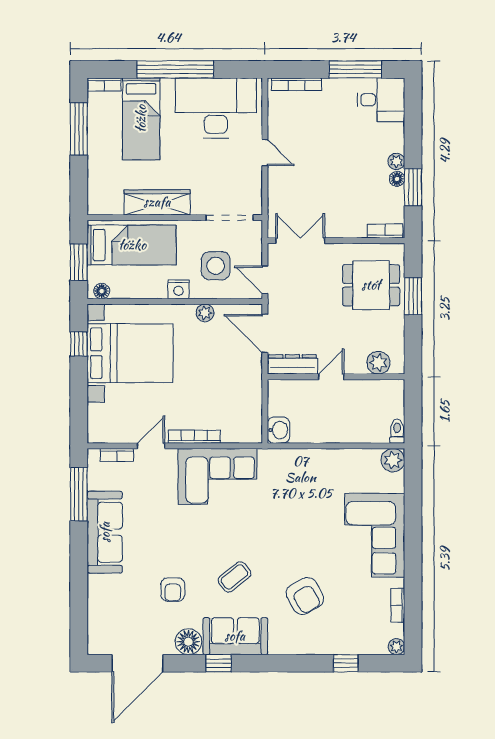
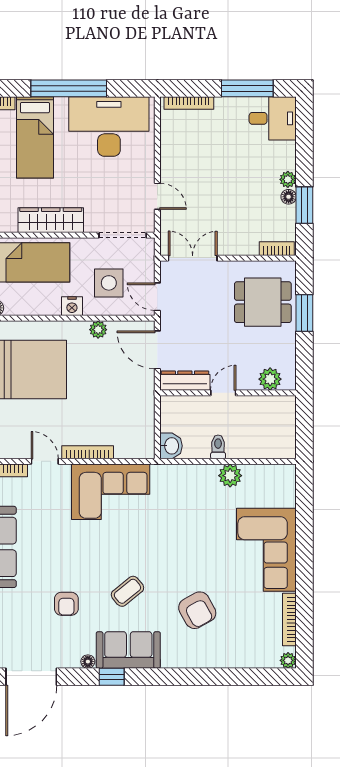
door: (265, 153) -> (157, 196), moved
toilet: (397, 431) -> (218, 447), moved
door: (151, 446) -> (45, 461), hinge flipped
plant: (393, 460) -> (230, 476), moved
bookcase: (398, 605) -> (289, 620), width x1.56
floor lamp: (188, 642) -> (88, 662), width x0.53, depth x0.53
window: (346, 663) -> (238, 677), removed

